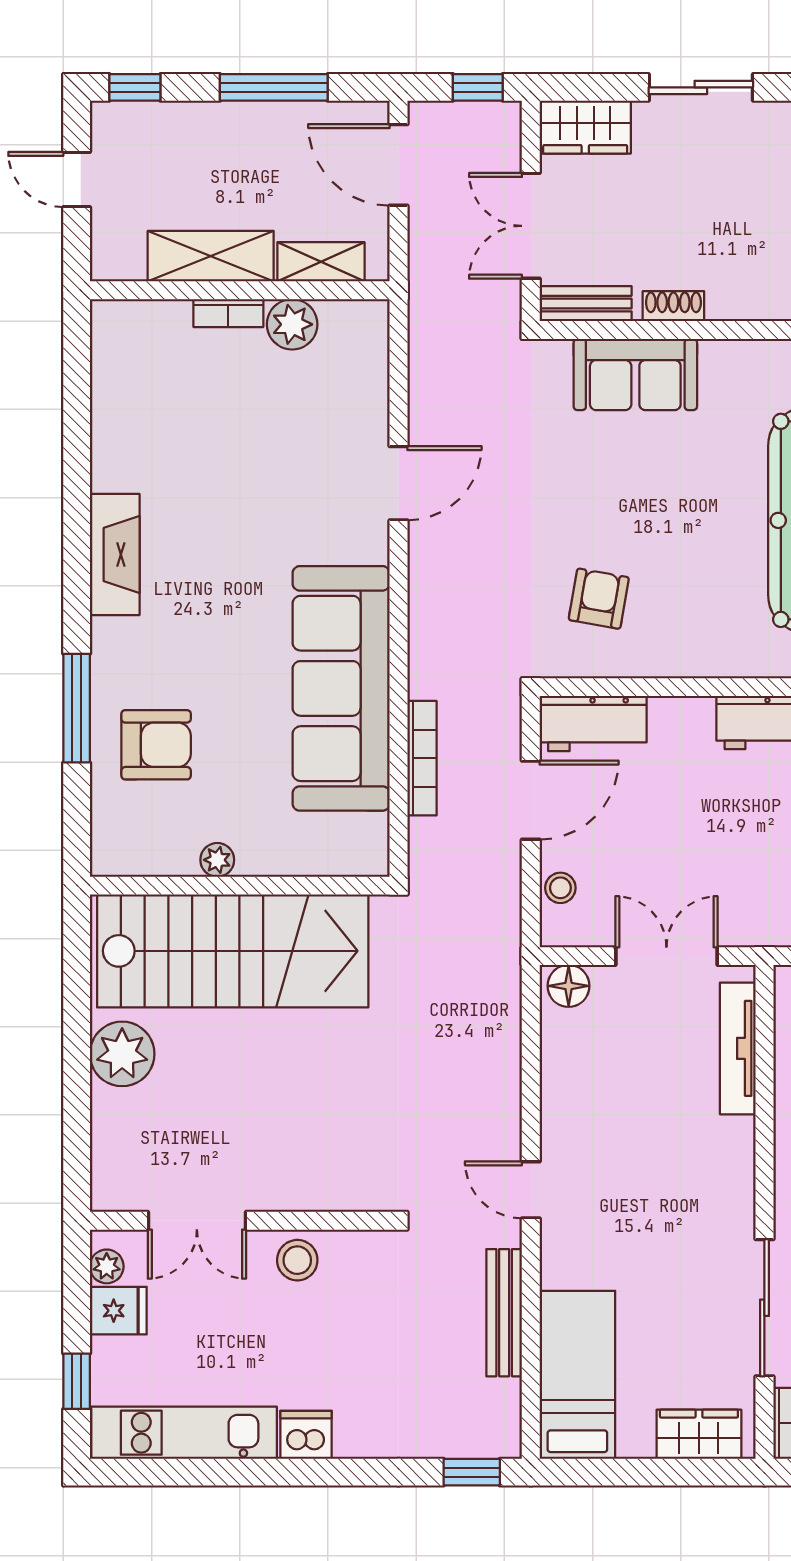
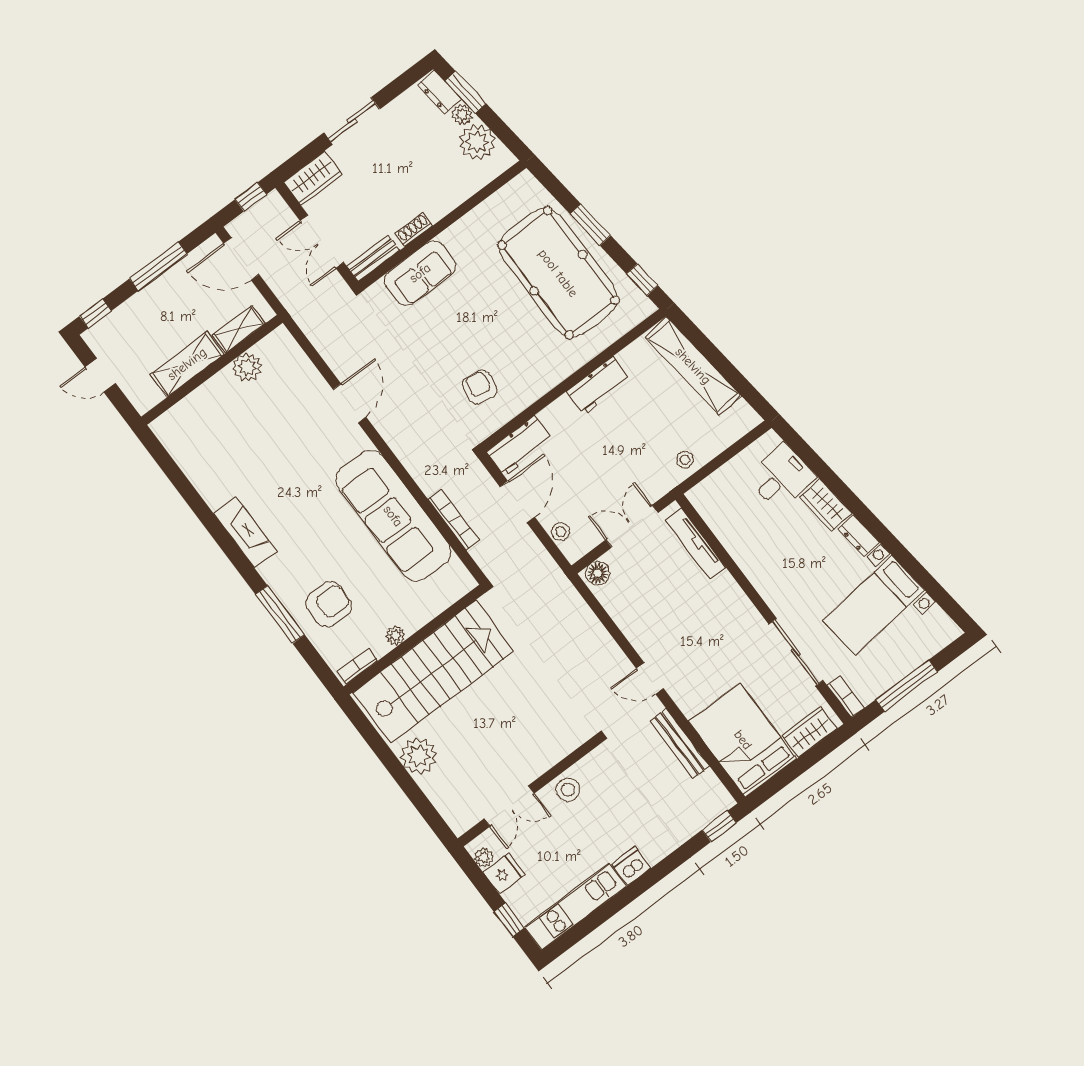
bookcase: (228, 313) -> (357, 666), moved, turned 180
bed: (577, 1375) -> (743, 740), width x1.50

